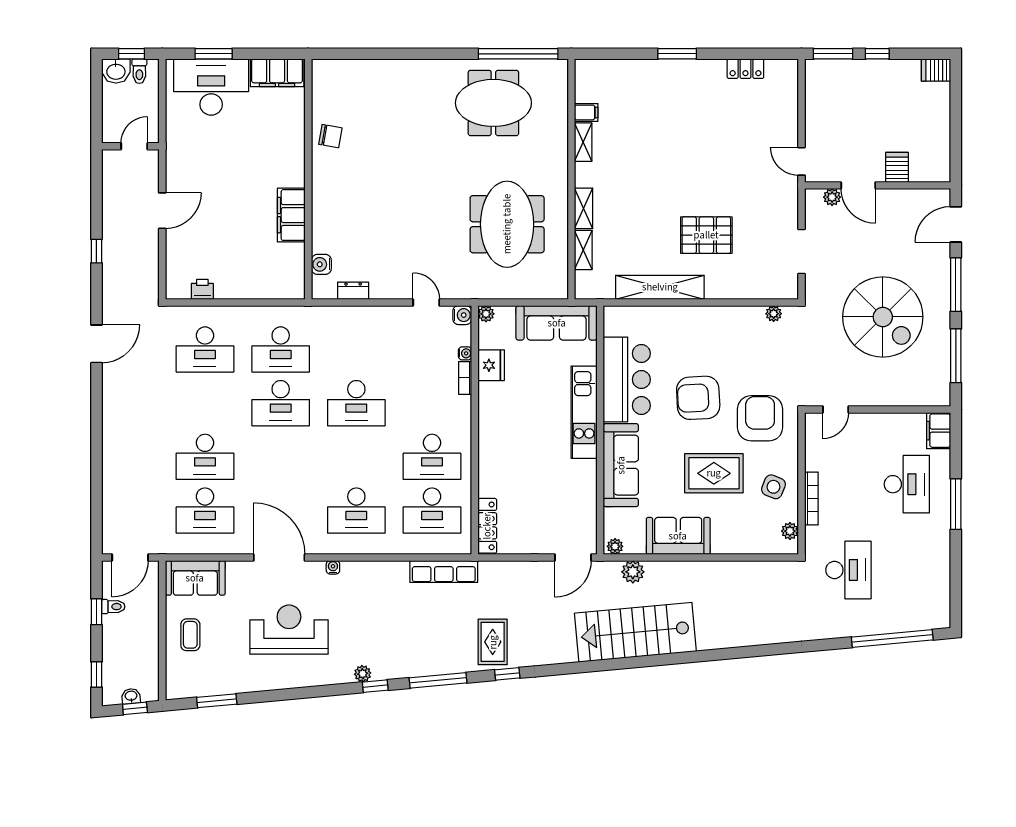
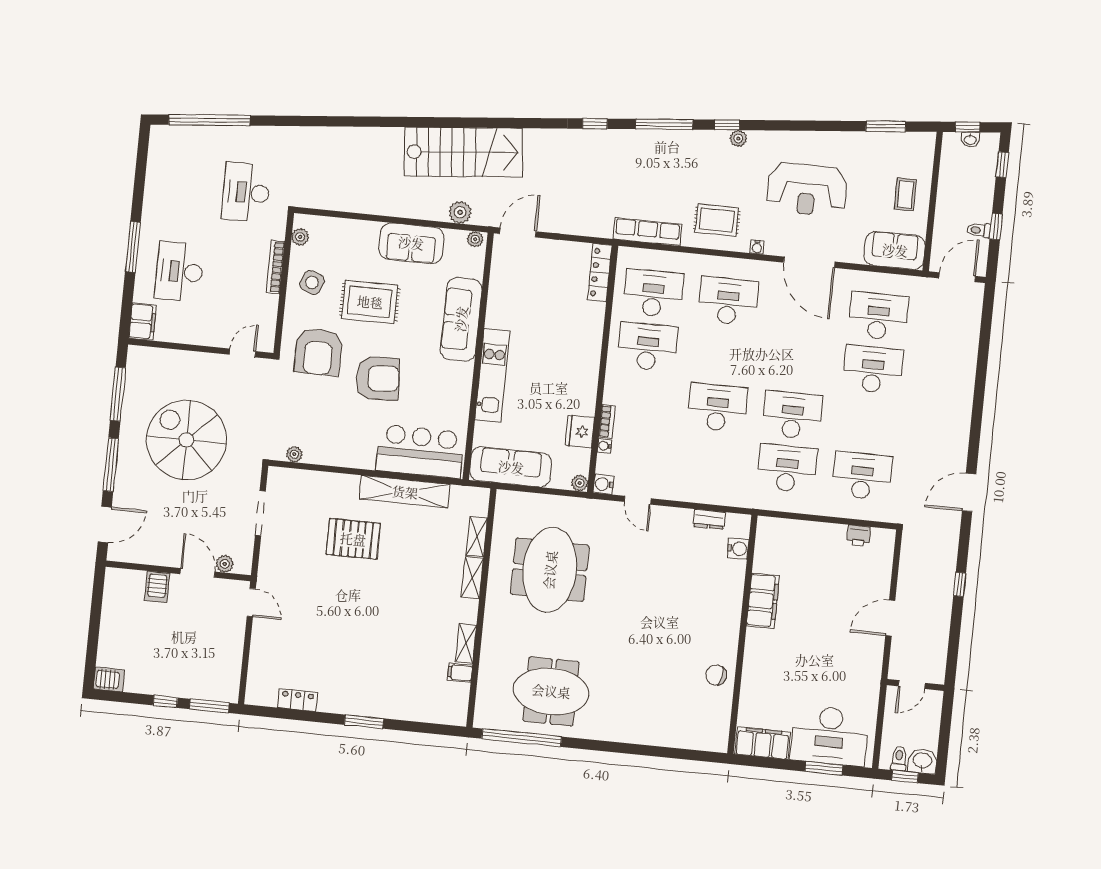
bar counter: (627, 379) -> (420, 451), moved, turned 90
rug: (493, 642) -> (717, 220), moved, turned 90

